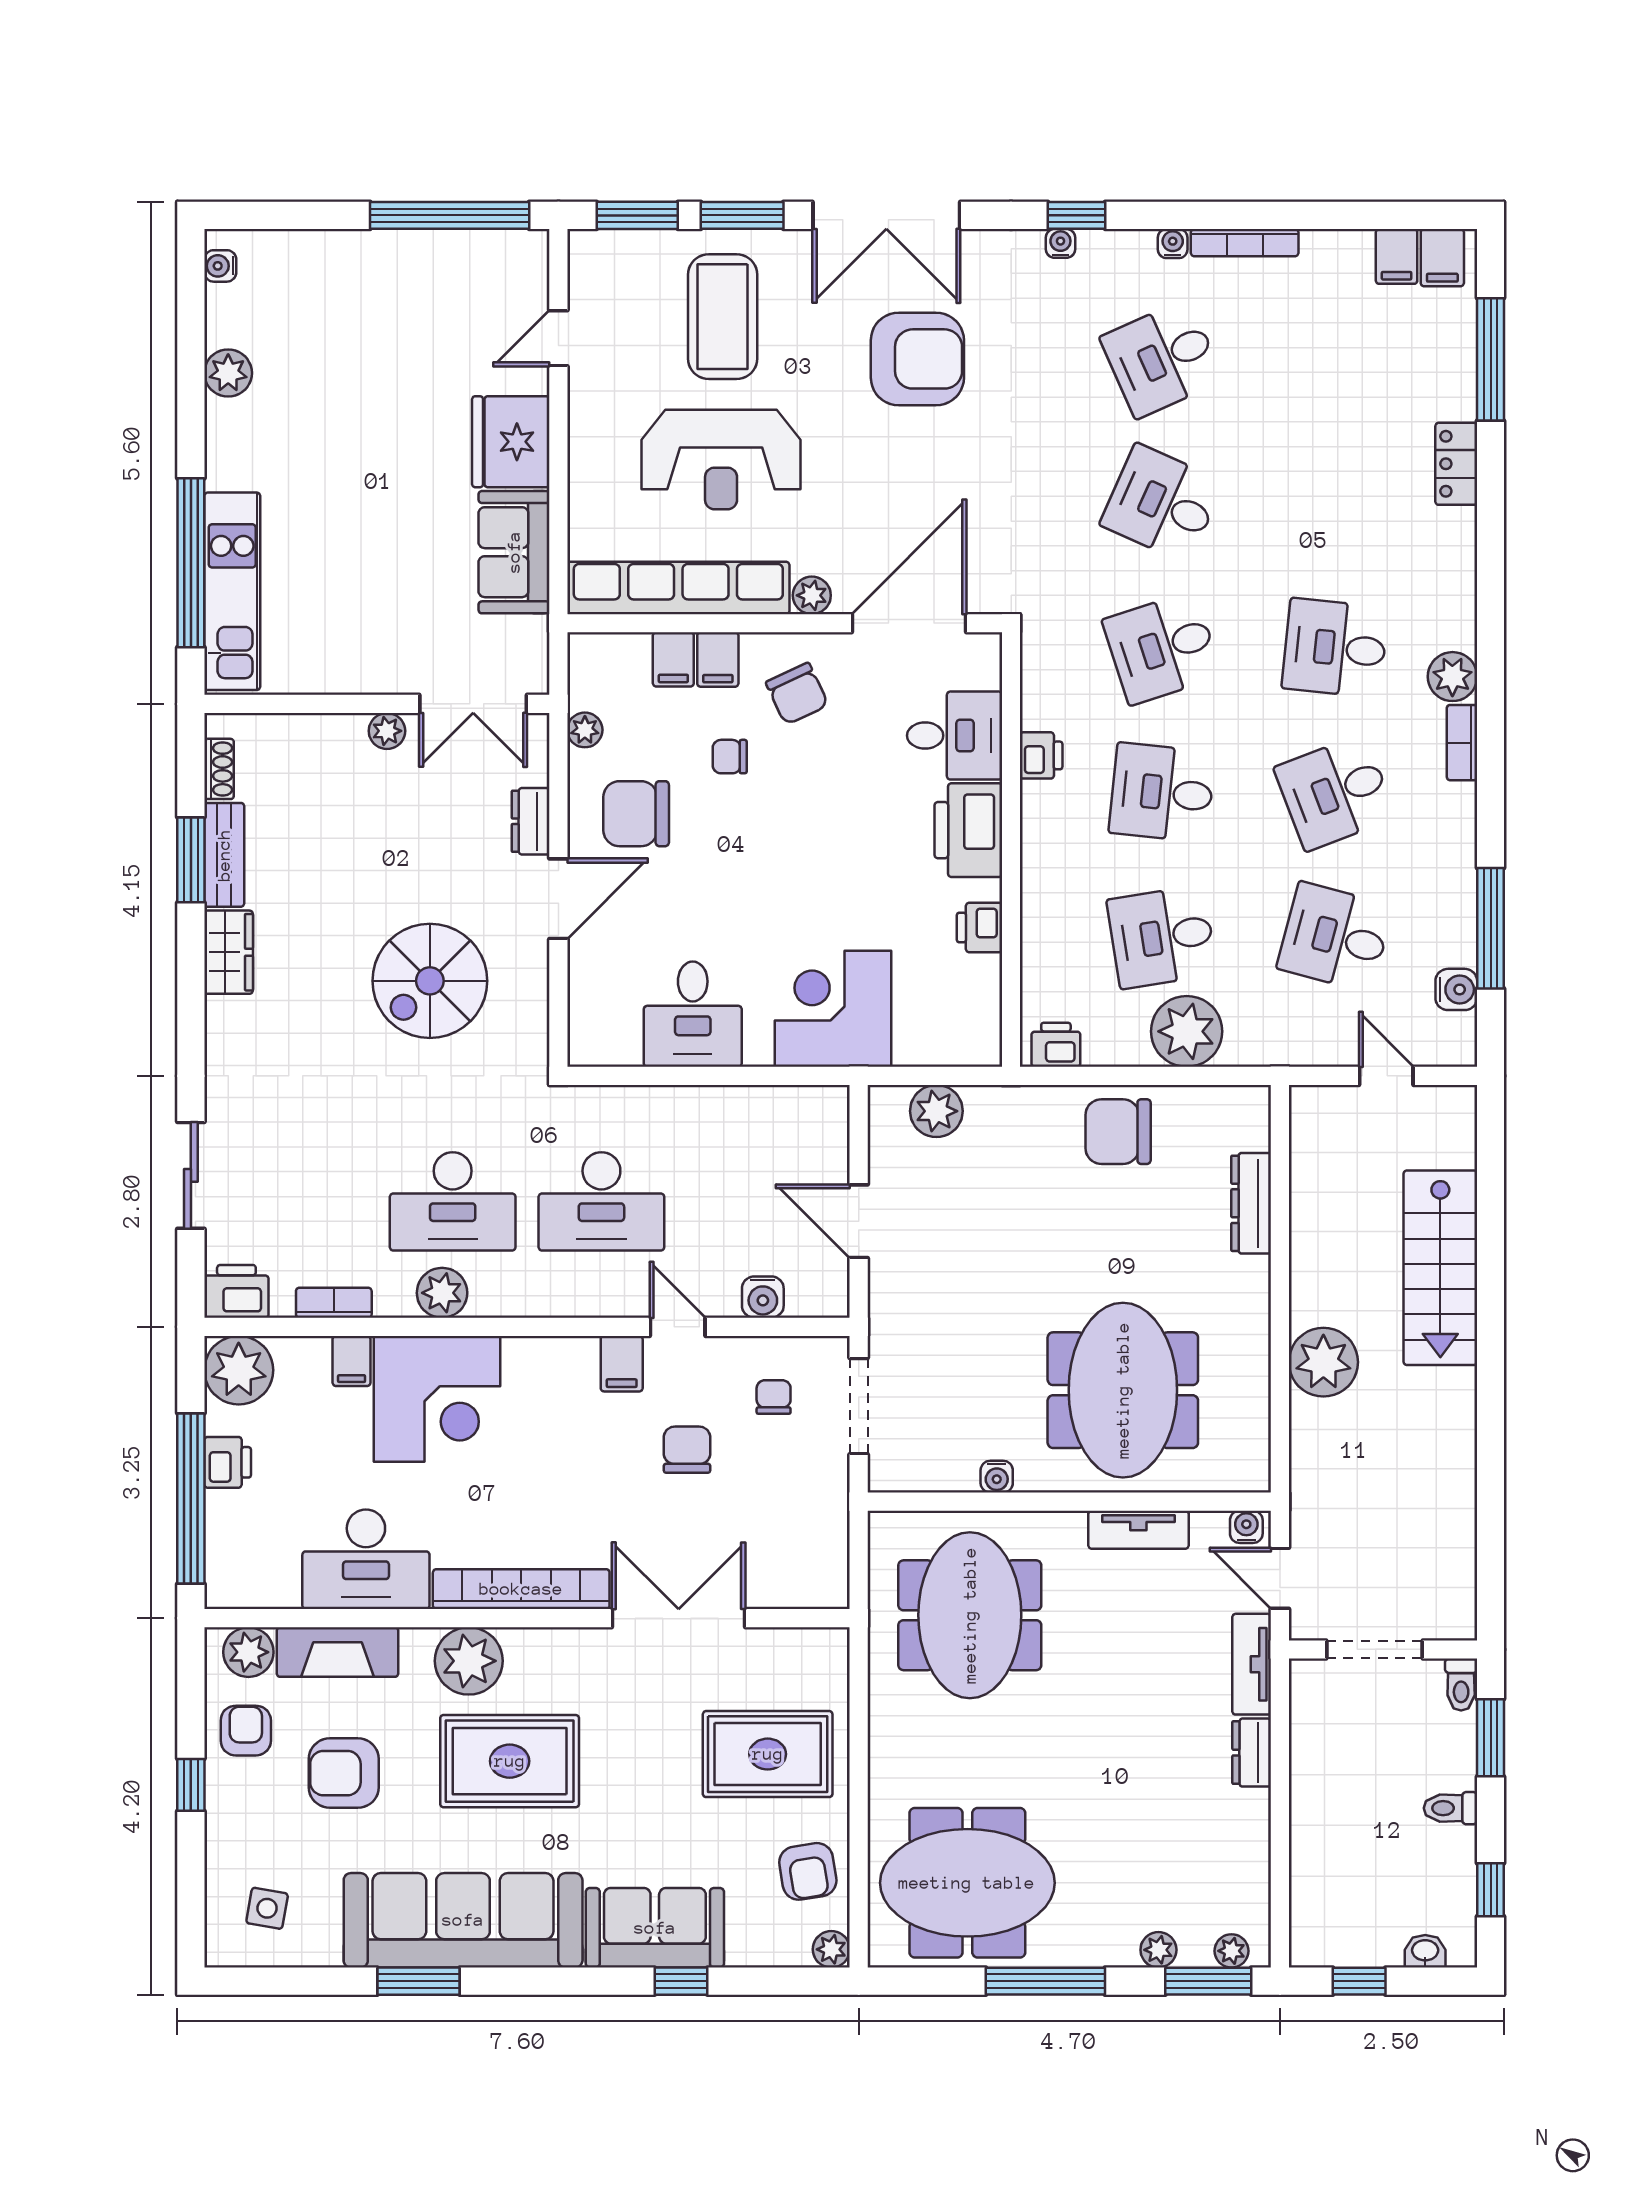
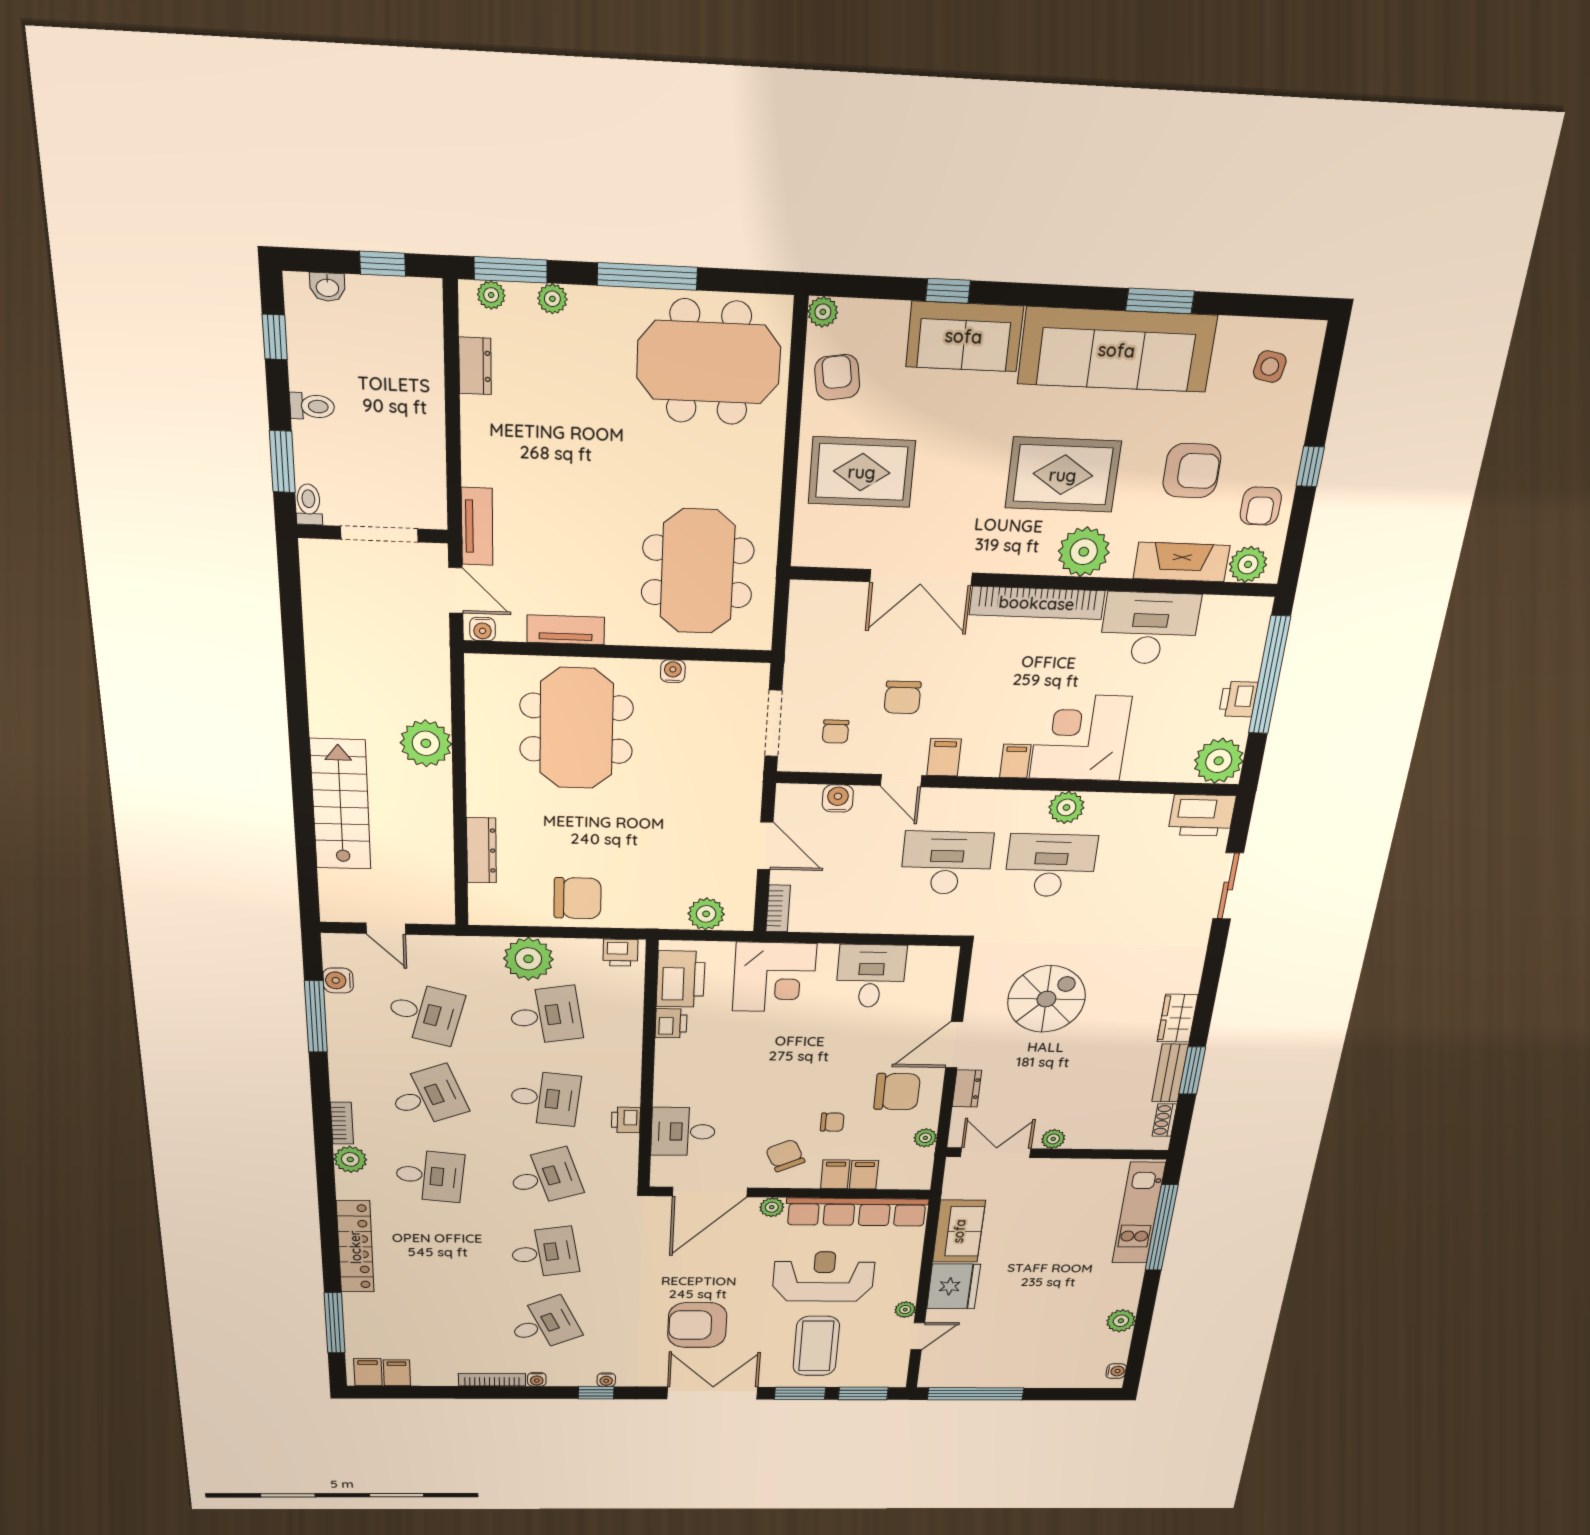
plant: (584, 394) -> (905, 1310), added
locker: (1456, 464) -> (355, 1247), width x2.16, depth x1.21
desk: (1162, 503) -> (544, 1252), turned -33
printer: (968, 830) -> (681, 979), moved
printer: (236, 1291) -> (1202, 815), width x1.37, depth x1.19
bookcase: (334, 1303) -> (778, 908), moved, turned -90
filing cabinet: (352, 1361) -> (1015, 761), moved
dresser: (1252, 1753) -> (475, 366), moved

